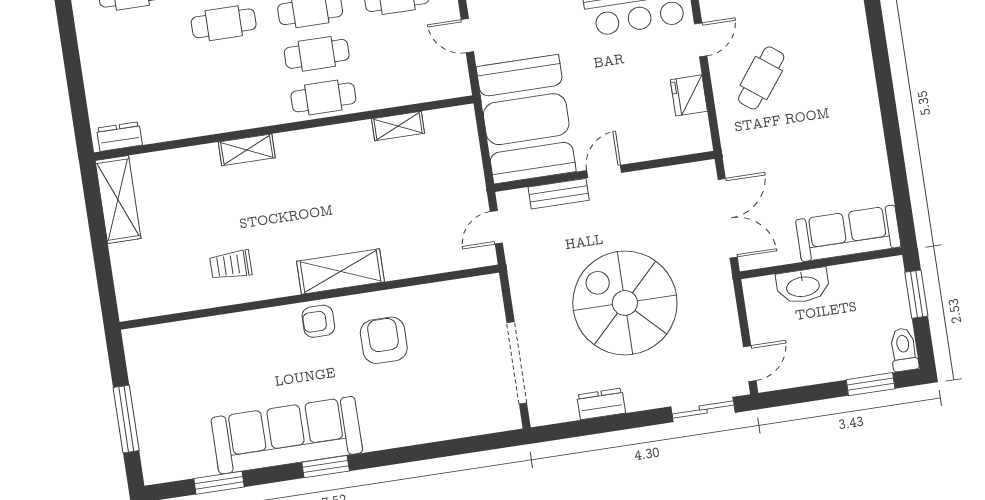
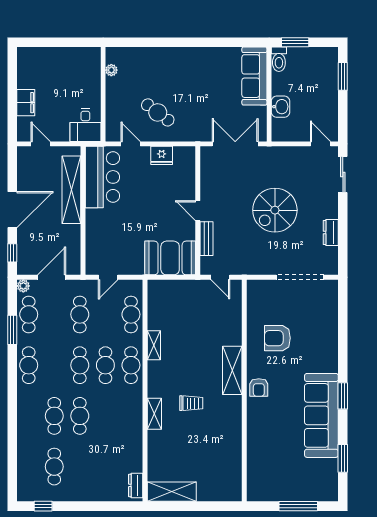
cafe table: (410, 84) -> (131, 314), added
booth: (526, 119) -> (170, 258), width x0.73, depth x0.70
shelving: (398, 126) -> (154, 345), moved
trolley: (231, 265) -> (191, 403), moved, turned -90
washbasin: (803, 286) -> (281, 107), width x0.72
spiral stairs: (625, 303) -> (275, 210), width x0.73, depth x0.73
armchair: (384, 340) -> (277, 338), moved
toilet: (904, 350) -> (279, 59), moved, turned -90

